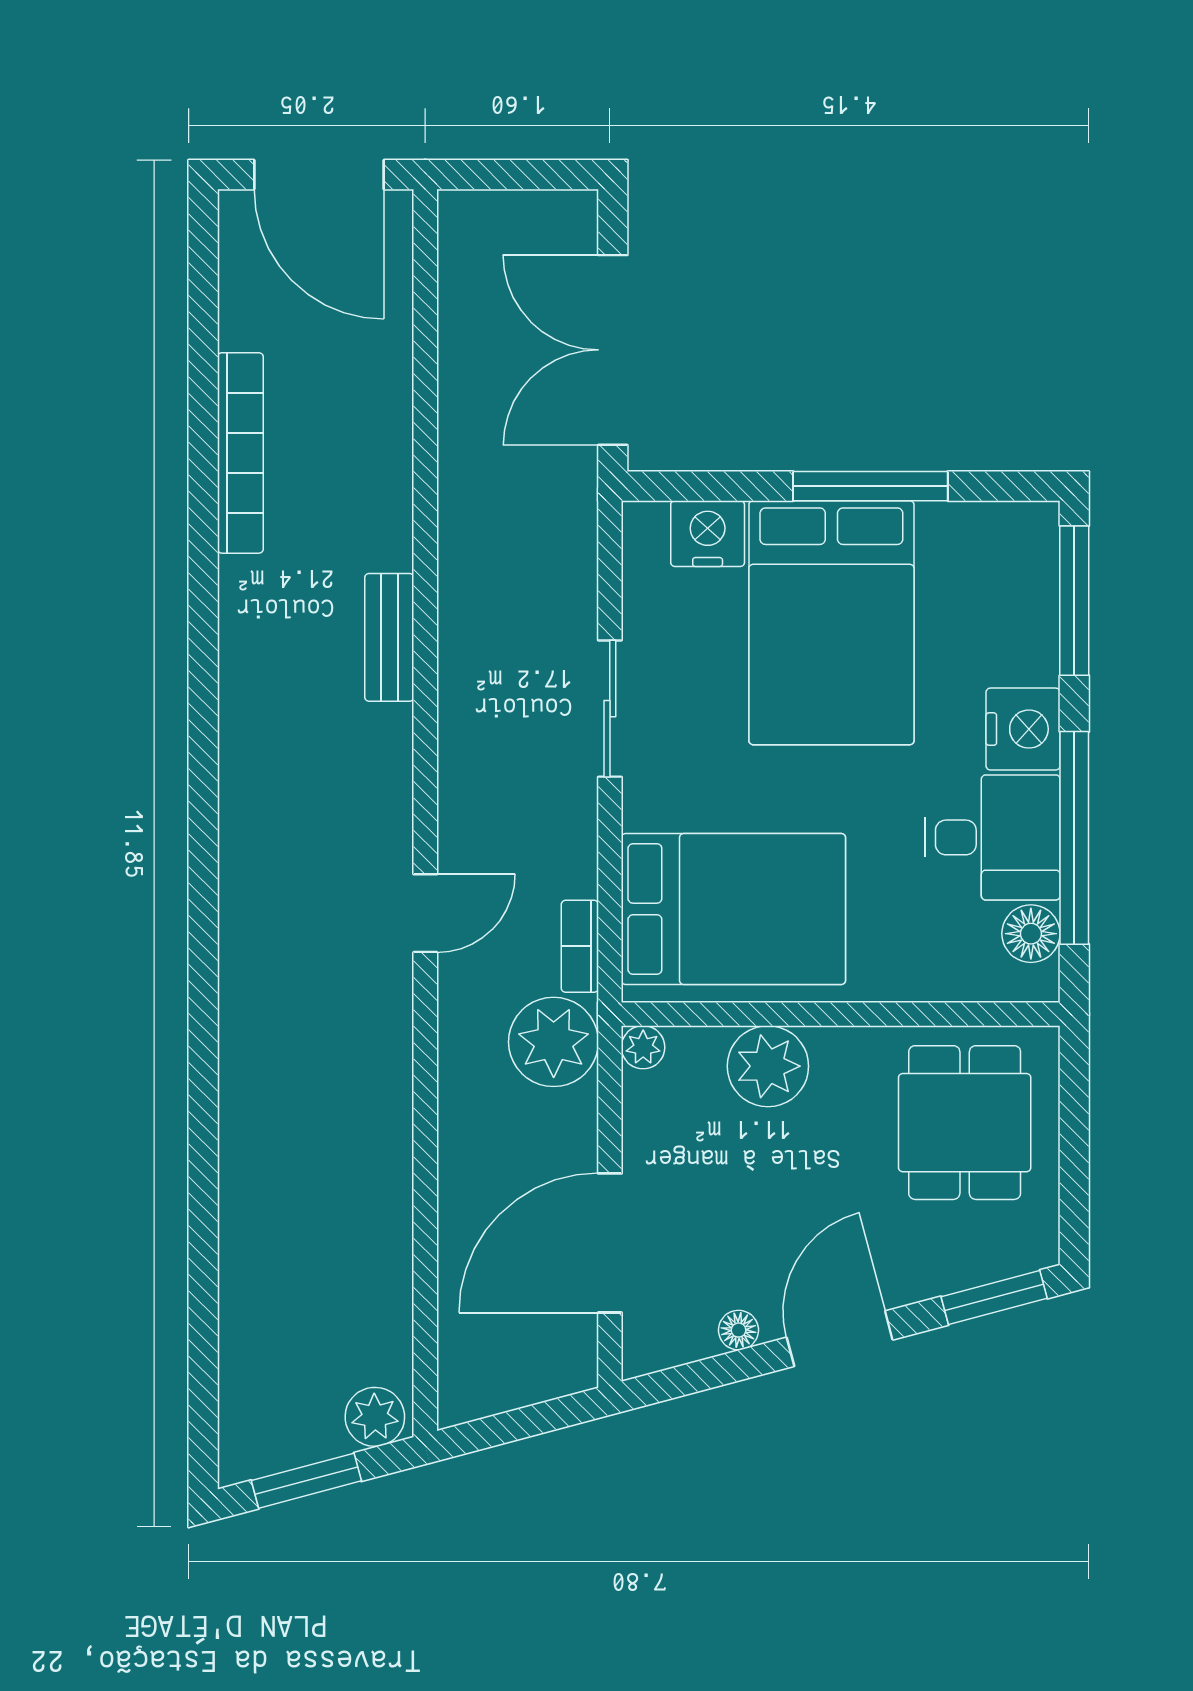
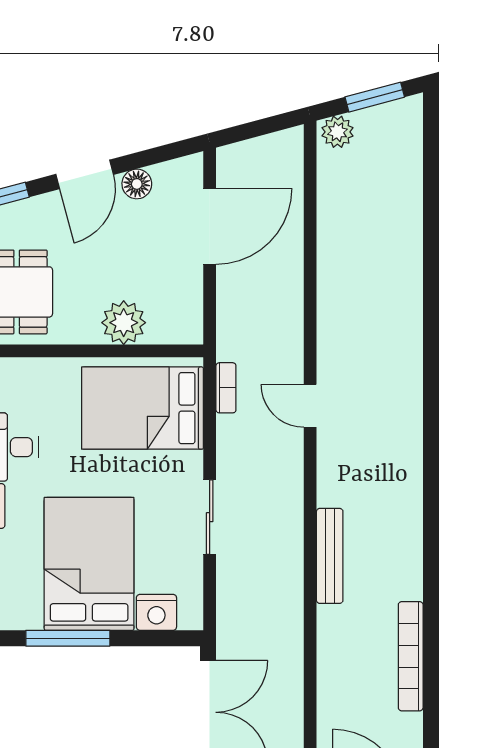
bench: (389, 637) -> (330, 556), width x1.36
door: (425, 913) -> (310, 406), hinge flipped
plant: (554, 1042) -> (240, 336), removed
plant: (643, 1047) -> (192, 333), removed
floor lamp: (739, 1330) -> (137, 184), width x1.37, depth x1.37

